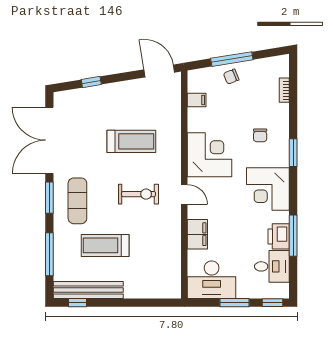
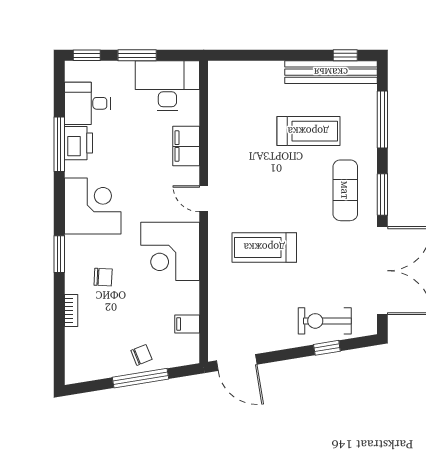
bookcase: (284, 90) -> (71, 310), moved
chair: (260, 135) -> (103, 277), turned 93
treadmill: (131, 141) -> (264, 247), moved
exercise bike: (139, 194) -> (325, 321), moved

